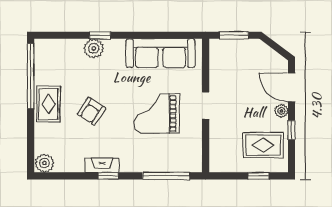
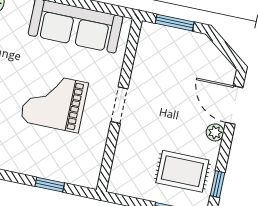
window: (291, 130) -> (217, 184), moved
window: (166, 176) -> (50, 185), width x0.46

